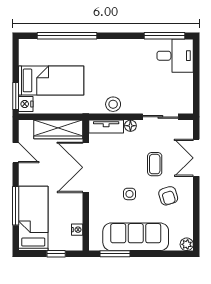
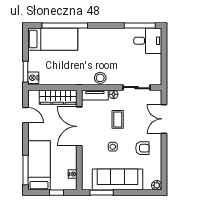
bed: (51, 80) -> (53, 39), moved
coffee table: (155, 164) -> (118, 119), moved
armchair: (168, 196) -> (142, 148), turned -73
window: (16, 206) -> (25, 170), moved

